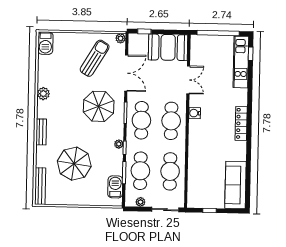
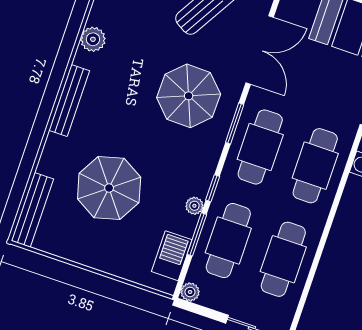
bench: (41, 132) -> (69, 101), width x1.36
plant: (119, 144) -> (194, 206), moved
plant: (140, 202) -> (190, 292), moved

